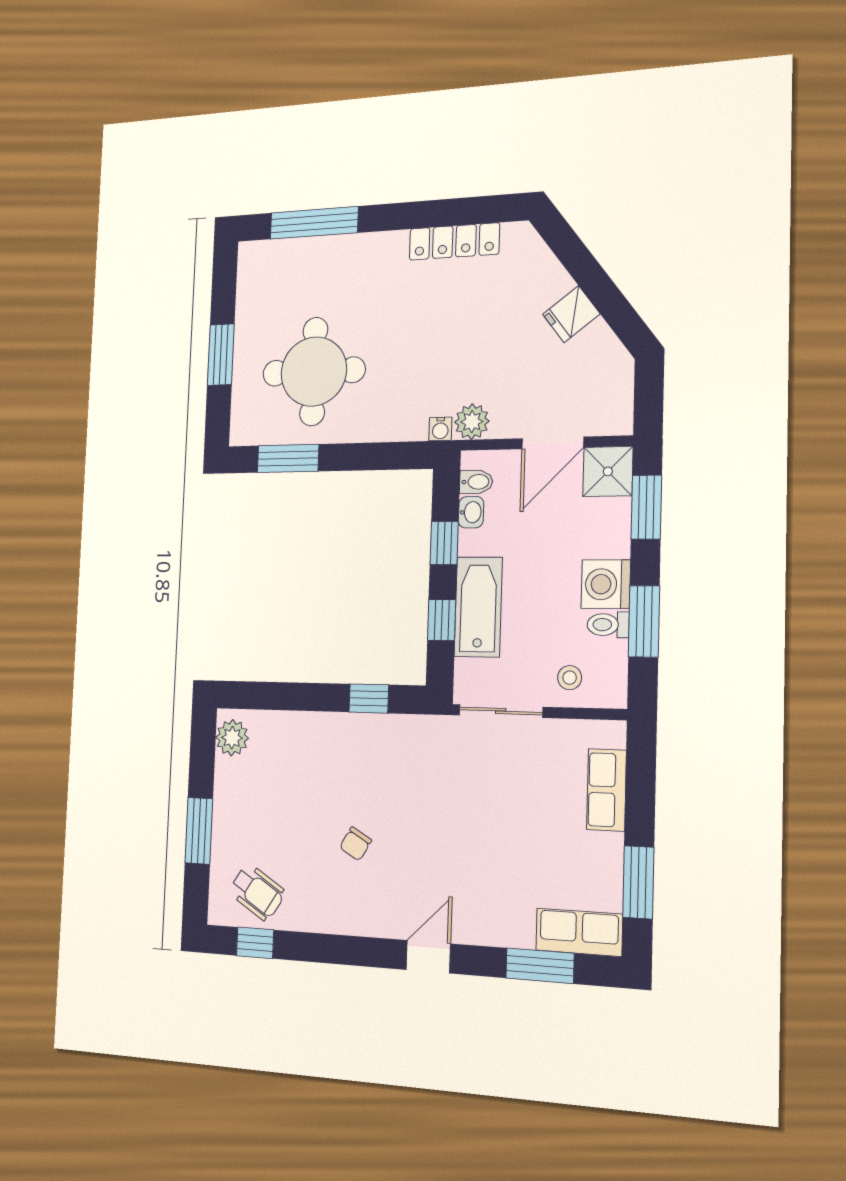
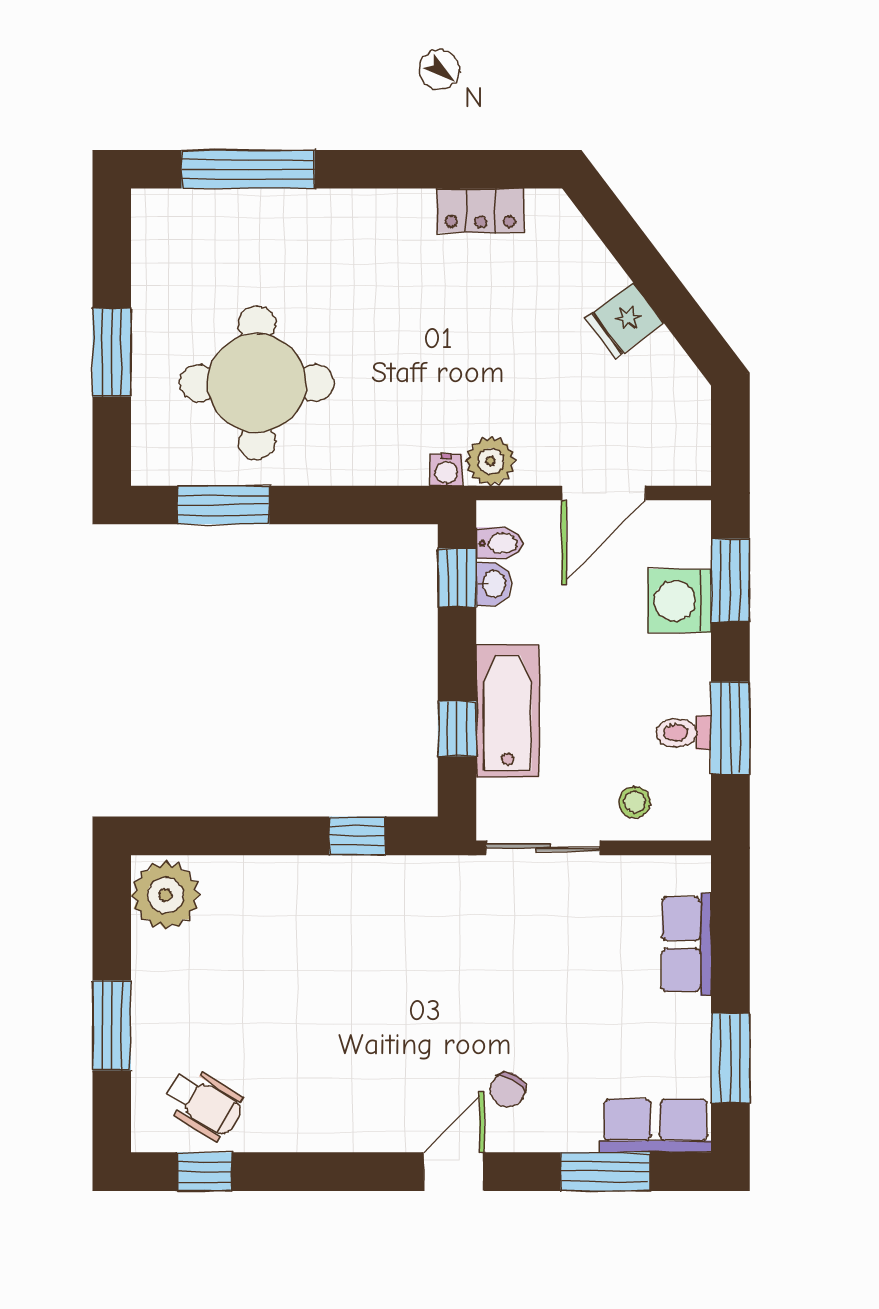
locker: (454, 241) -> (480, 211), width x0.66
shower: (608, 471) -> (679, 533), removed
window: (444, 543) -> (457, 578), moved
washing machine: (606, 584) -> (679, 601), moved
plant: (232, 738) -> (165, 895), width x1.36, depth x1.36
chair: (356, 844) -> (508, 1090), moved

